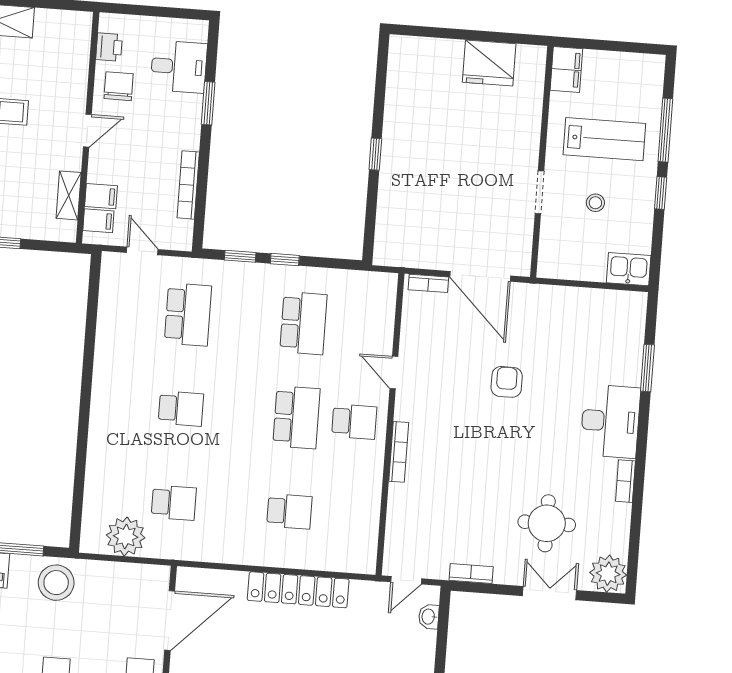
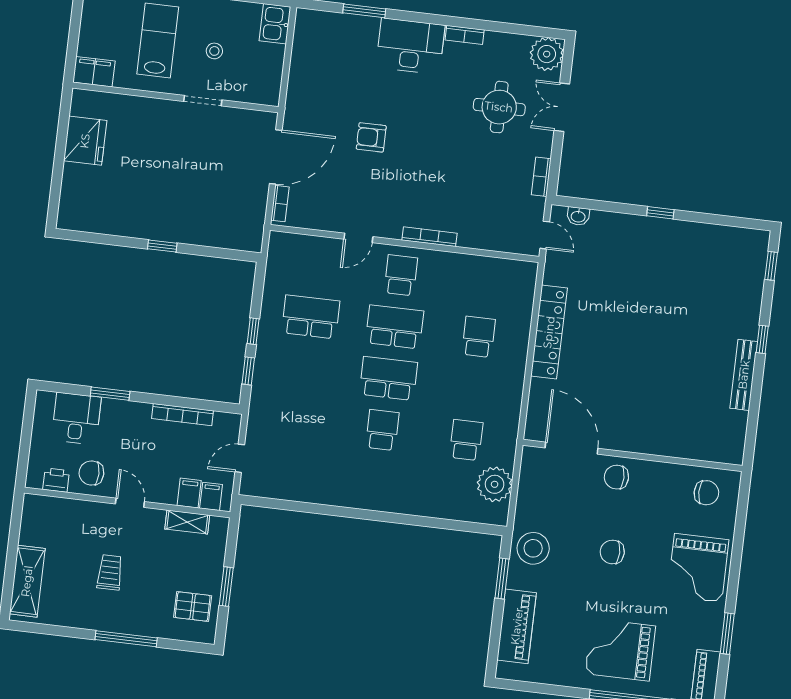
school desk: (188, 314) -> (388, 378), moved

